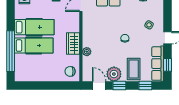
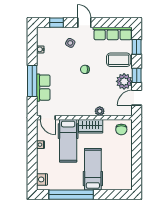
hospital bed: (34, 27) -> (68, 141), moved, turned 180
window: (11, 51) -> (71, 195), moved
window: (168, 65) -> (56, 23), moved

